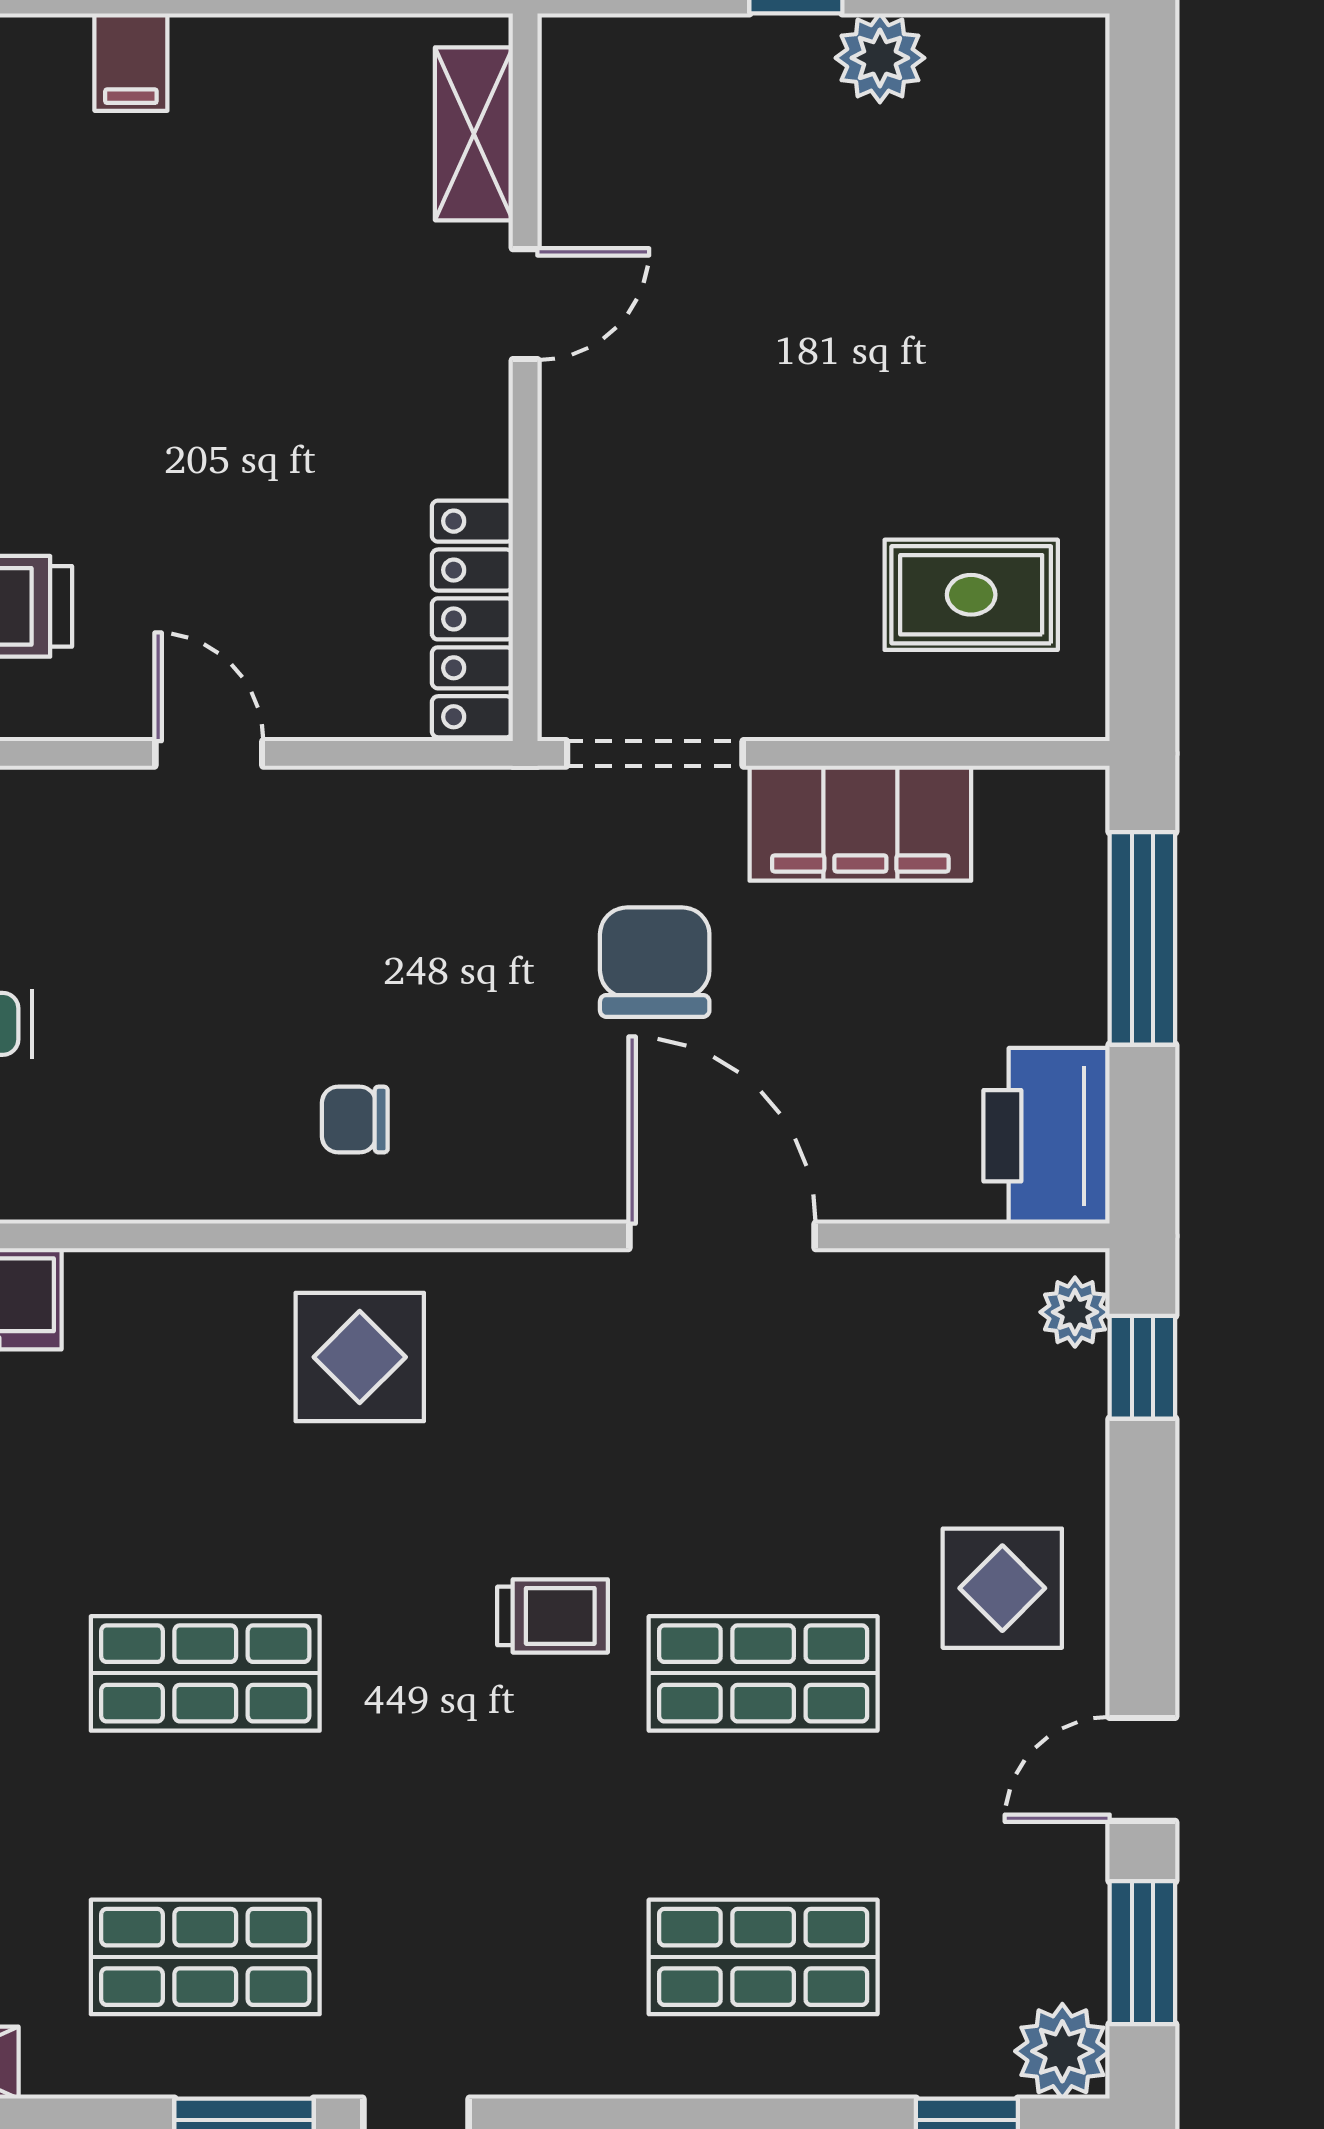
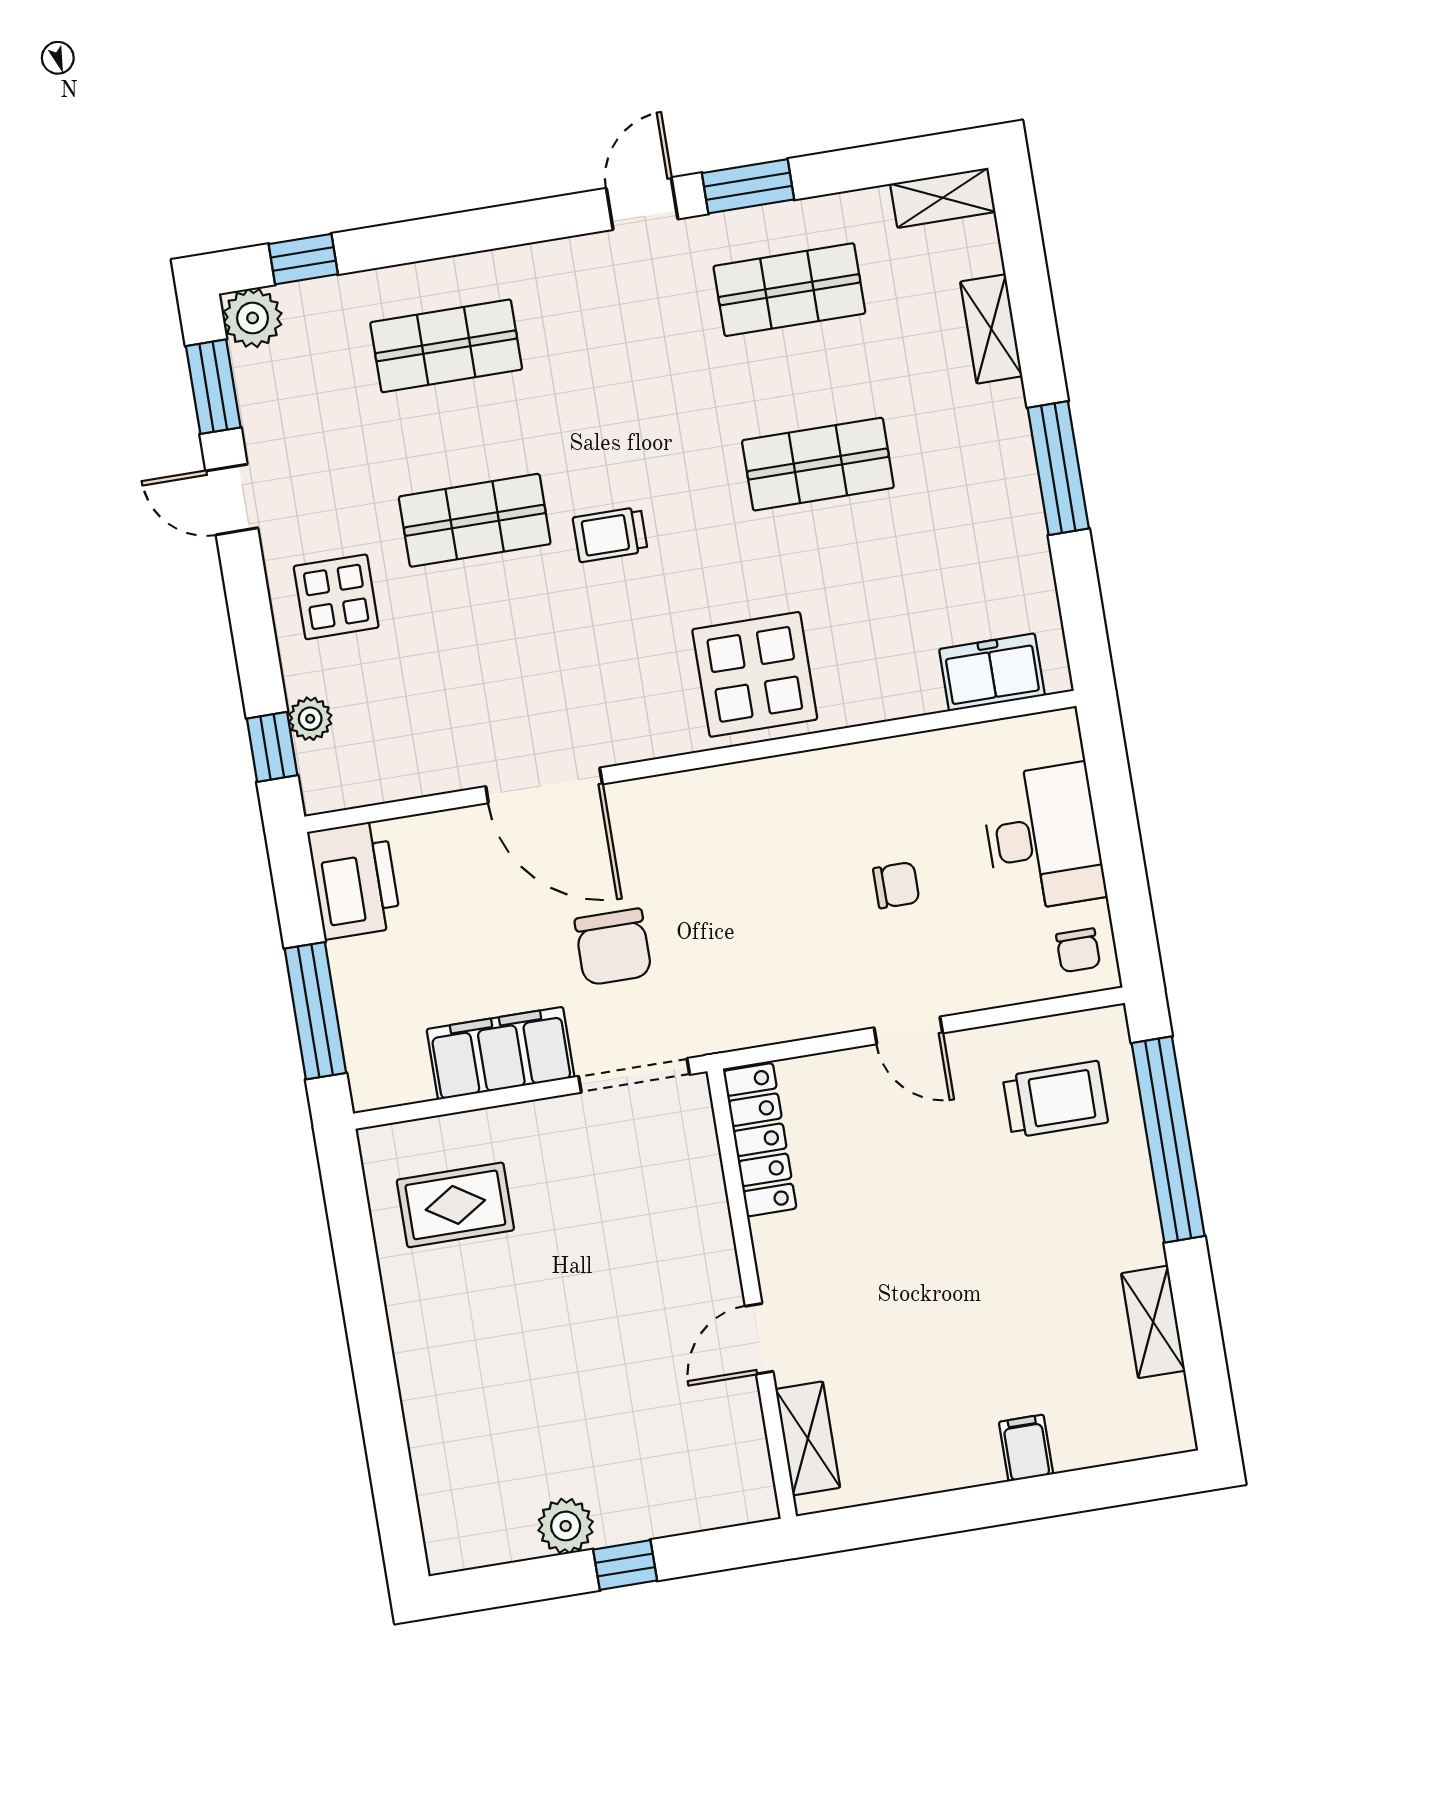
chair: (355, 1120) -> (896, 885), moved
plant: (1075, 1312) -> (310, 719), moved
display table: (360, 1357) -> (755, 674), width x1.36, depth x1.36
door: (1142, 1769) -> (232, 499), swing flipped

